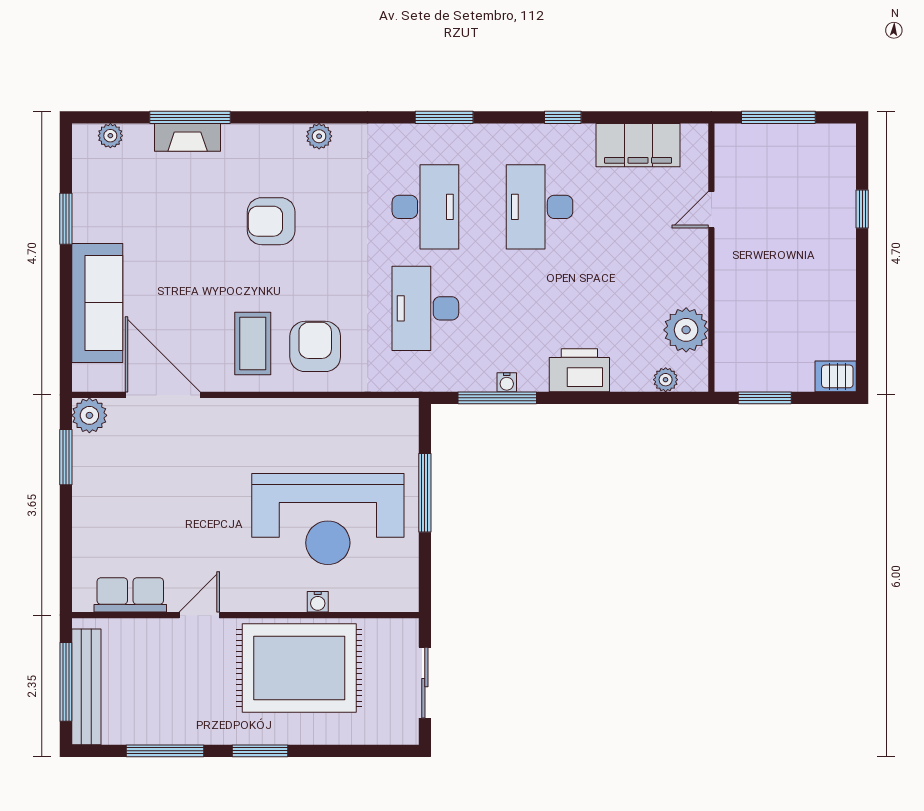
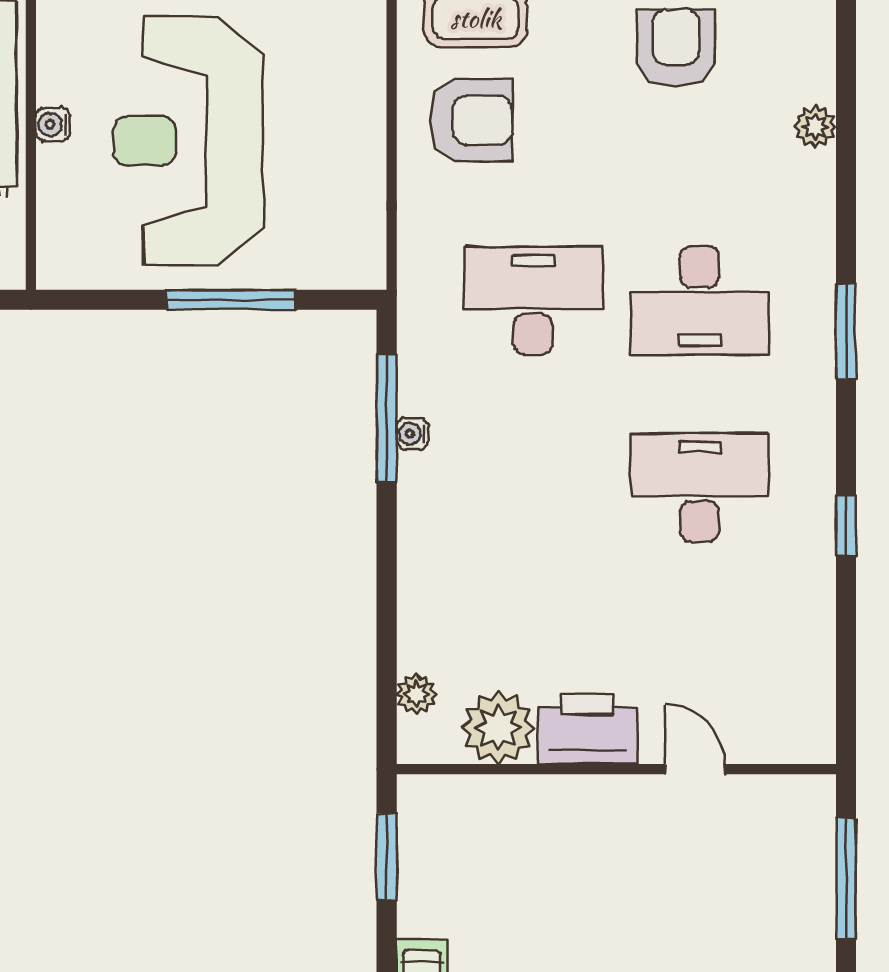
filing cabinet: (638, 145) -> (801, 649), removed
printer: (579, 370) -> (588, 729), moved, turned -90

